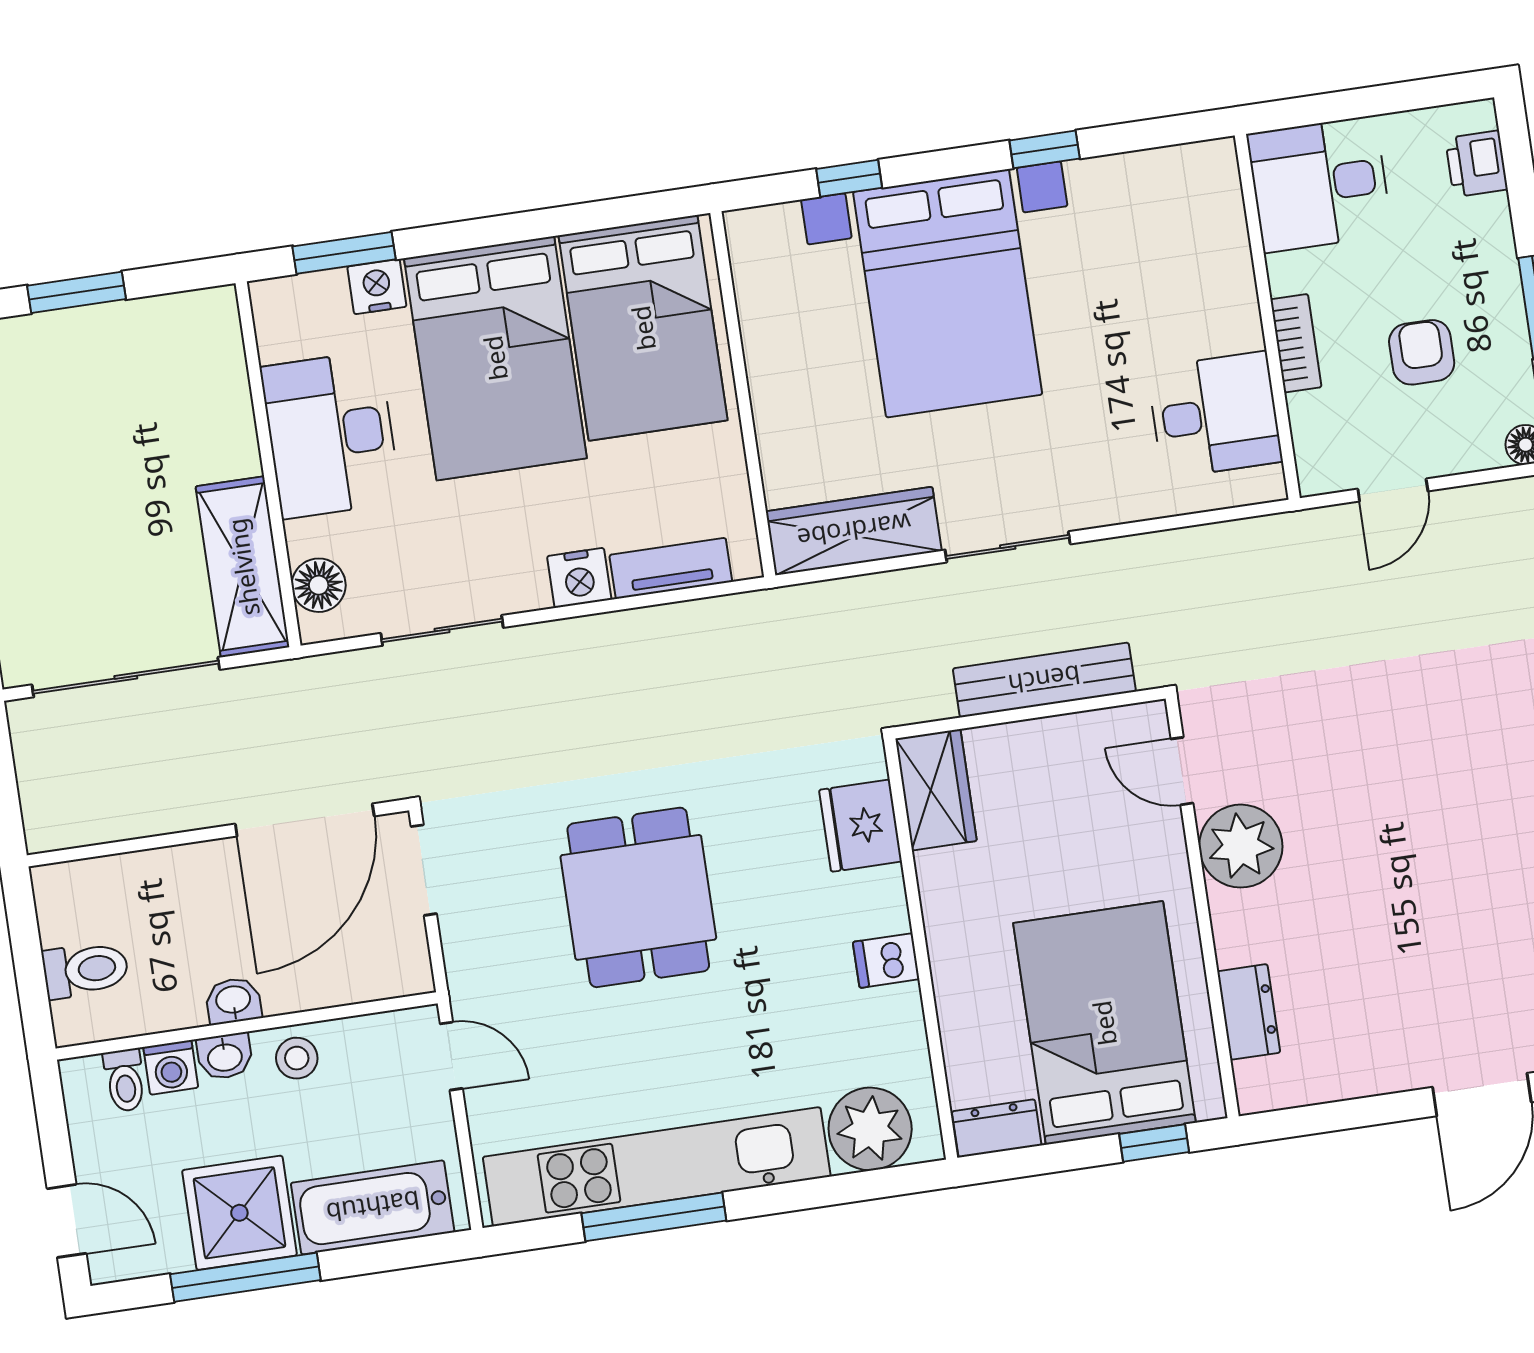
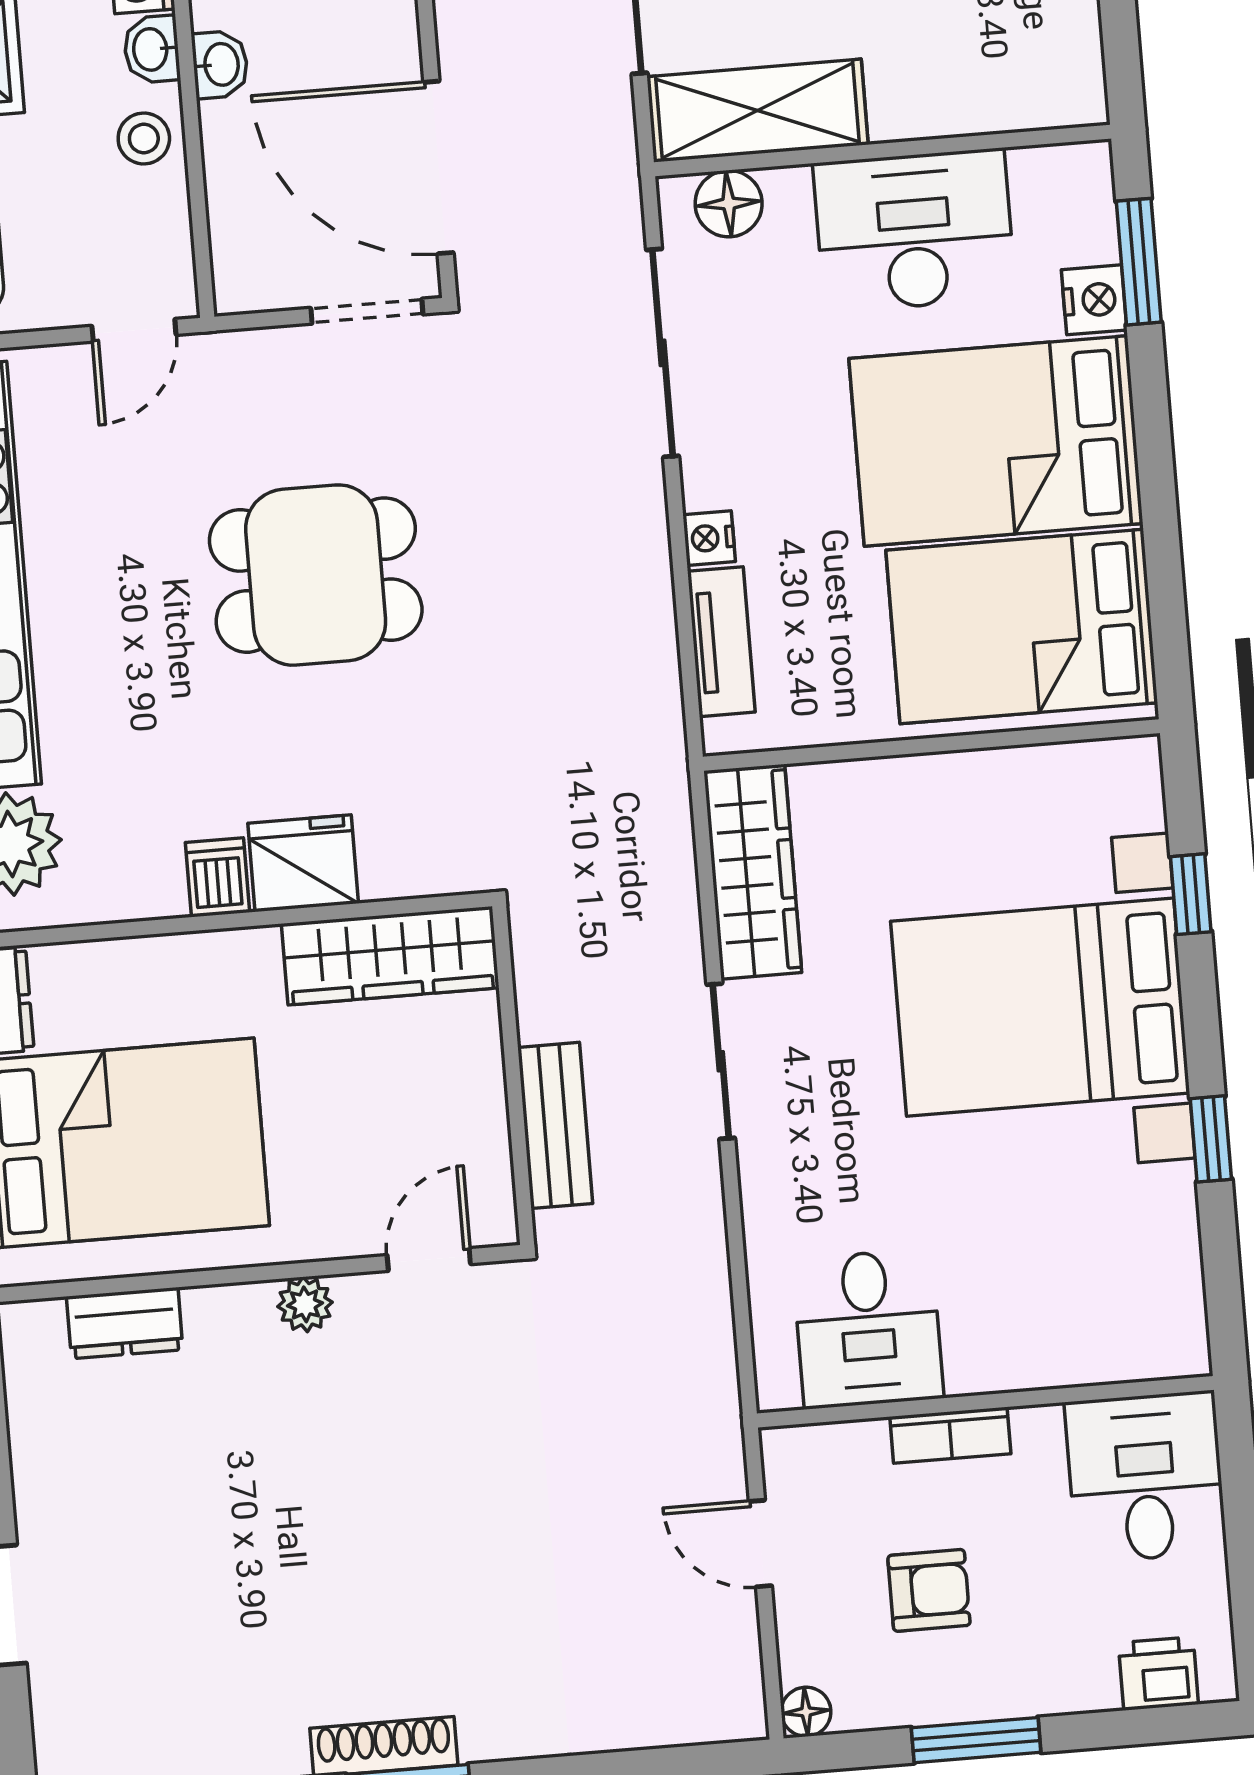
nightstand: (579, 578) -> (709, 538), width x0.72, depth x0.74
sliding door: (442, 630) -> (663, 353), width x1.37
bench: (1044, 680) -> (555, 1125), width x0.73
wardrobe: (936, 790) -> (390, 956), width x1.50
fridge: (861, 826) -> (303, 863), moved
plant: (1241, 846) -> (305, 1304), width x0.53, depth x0.53

